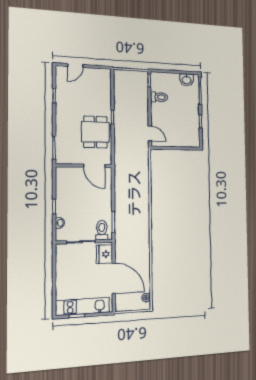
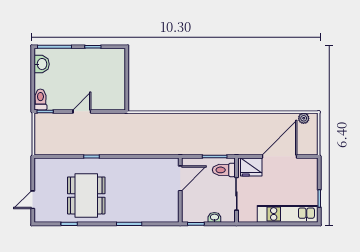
door: (75, 65) -> (33, 200), swing flipped
toilet: (159, 97) -> (40, 100), moved
dining table: (95, 132) -> (86, 195), moved, width x1.38
door: (150, 133) -> (82, 111), moved
wall: (84, 166) -> (180, 190), moved
door: (94, 166) -> (180, 178), moved
kitchen unit: (83, 307) -> (288, 214), moved, turned 90

